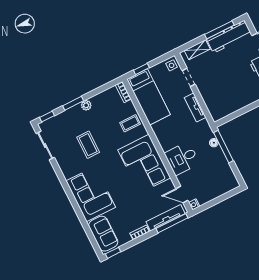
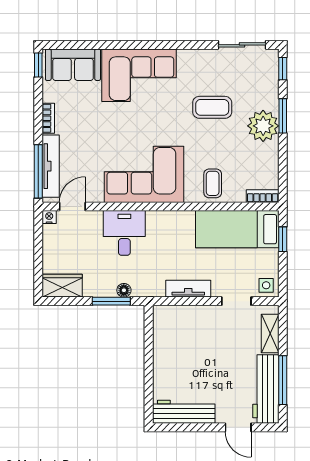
plant: (86, 105) -> (263, 126), width x1.87, depth x1.87
window: (223, 147) -> (111, 301), width x0.69
wardrobe: (228, 178) -> (62, 286), added

